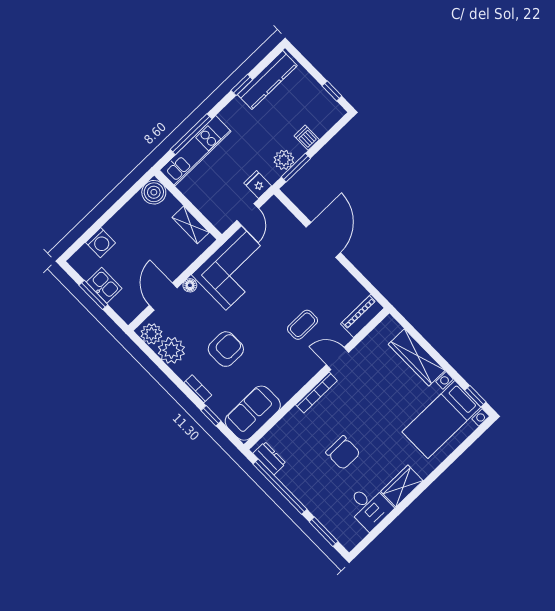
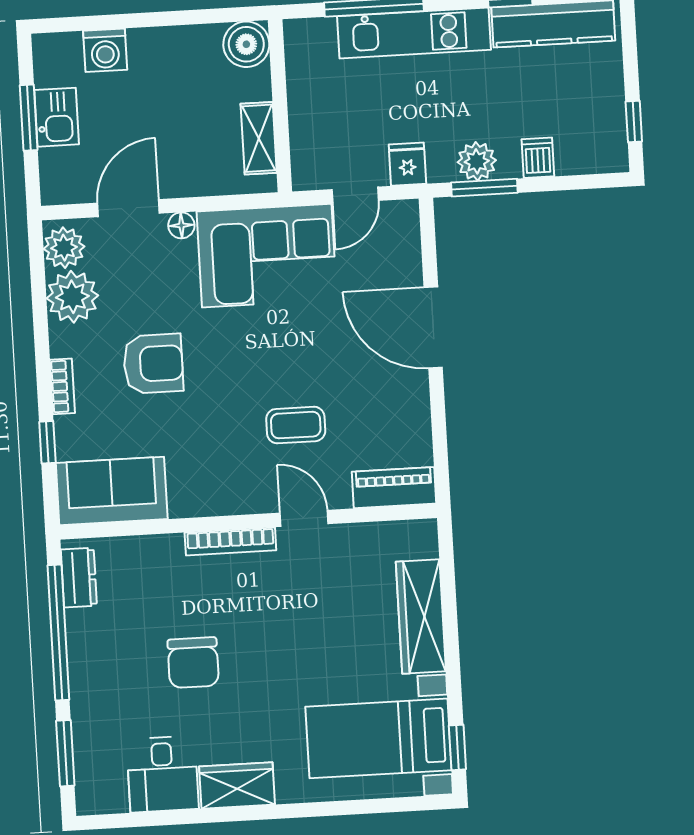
kitchen unit: (195, 151) -> (414, 33), moved
door: (323, 240) -> (433, 328), swing flipped

